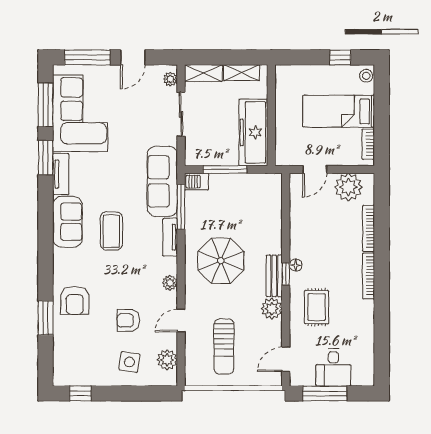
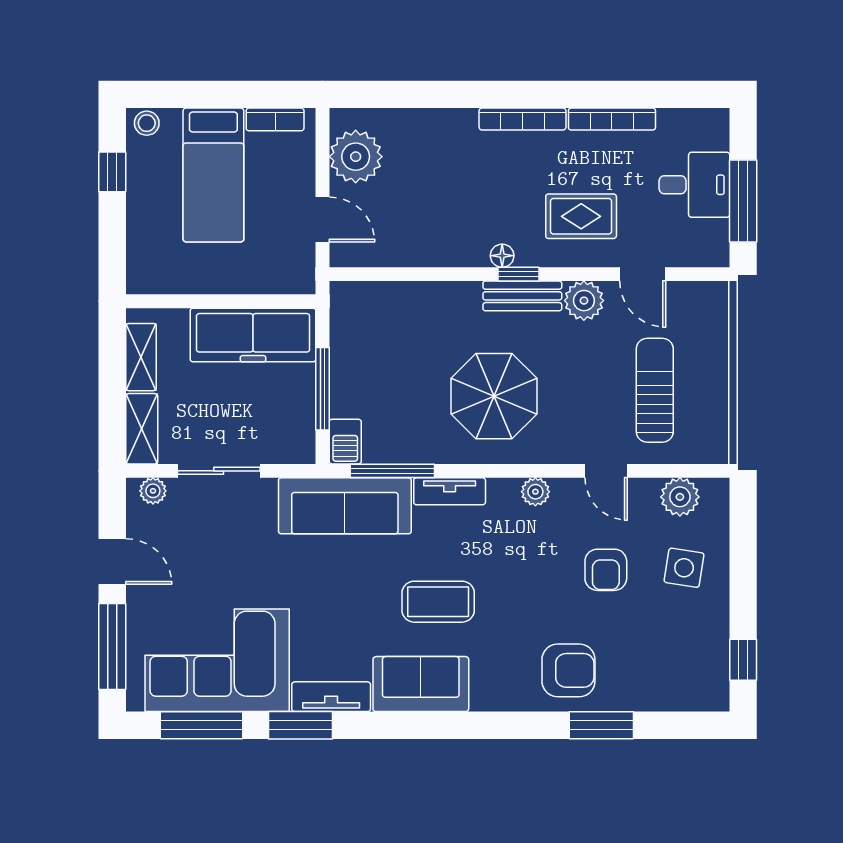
bookcase: (368, 228) -> (612, 119), moved
sun lounger: (224, 346) -> (655, 390), turned -90
door: (286, 359) -> (643, 274), moved

